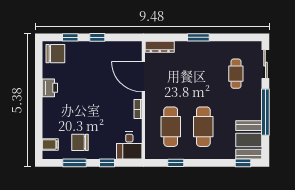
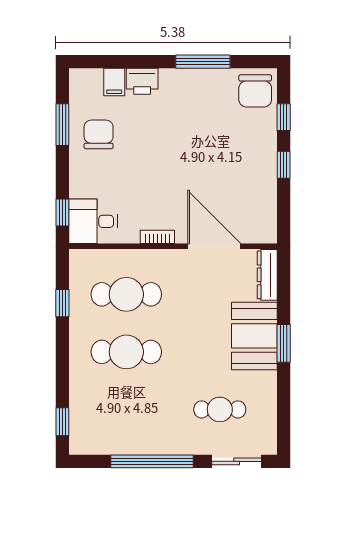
door: (143, 77) -> (214, 246), hinge flipped
window: (39, 83) -> (203, 62), added
printer: (50, 88) -> (142, 81), moved
booth: (249, 140) -> (254, 336), moved, turned 90
filing cabinet: (50, 145) -> (114, 82), moved
window: (107, 163) -> (62, 212), moved

